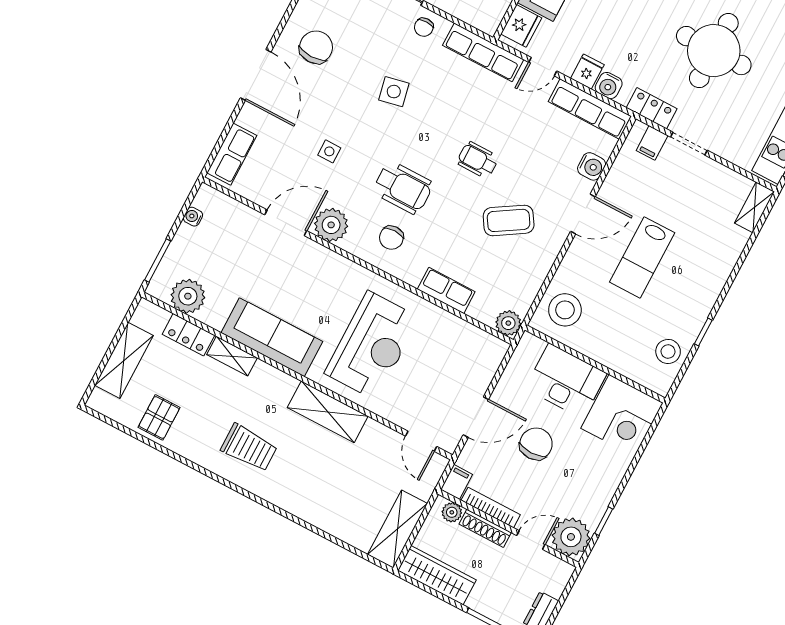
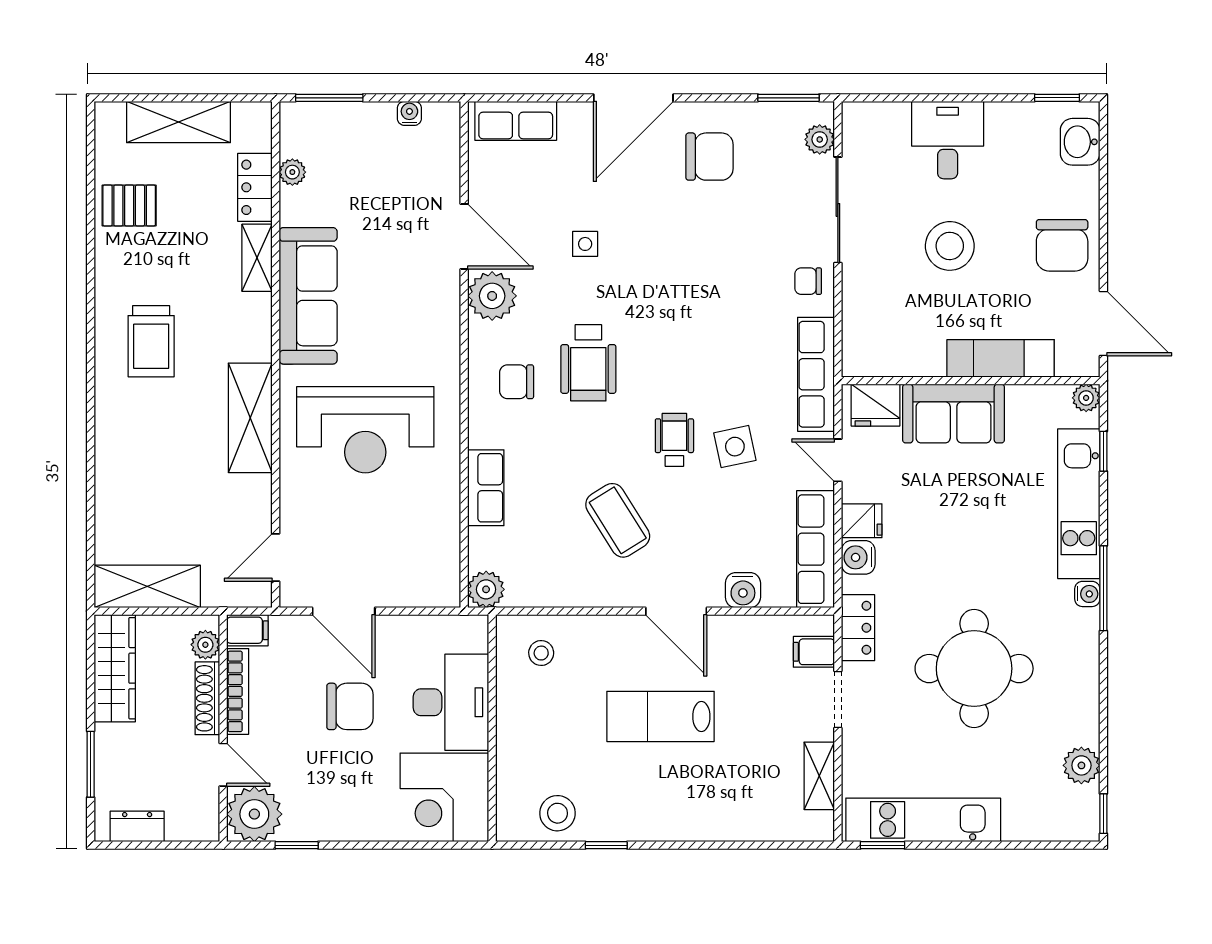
side table: (394, 92) -> (735, 447), moved
shelving: (754, 207) -> (819, 776), moved, turned 90
plant: (188, 296) -> (292, 172), width x0.53, depth x0.53
stool: (565, 310) -> (541, 653), width x0.53, depth x0.53

